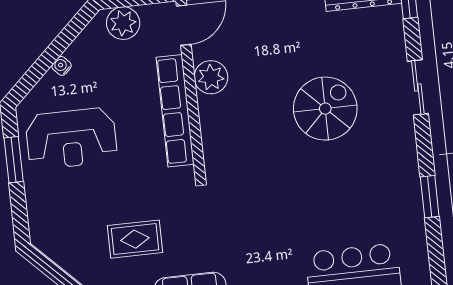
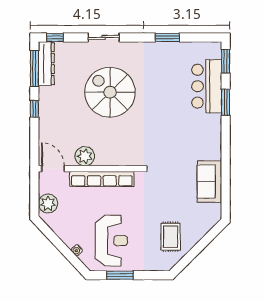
water cooler: (62, 66) -> (77, 250), moved
spiral stairs: (325, 109) -> (110, 92), width x1.37, depth x1.37
rug: (135, 239) -> (171, 237), moved

